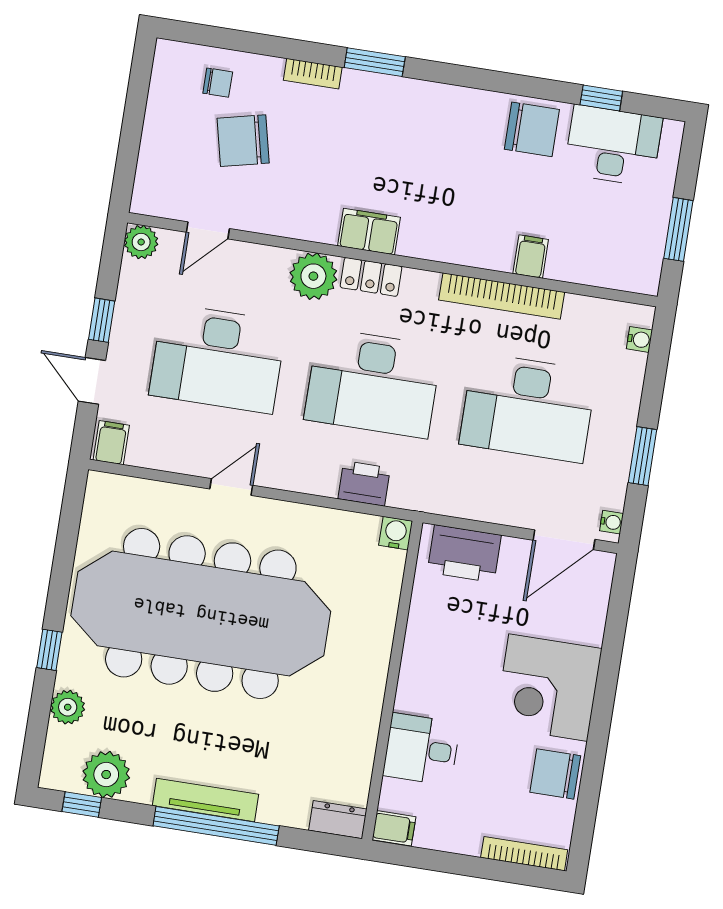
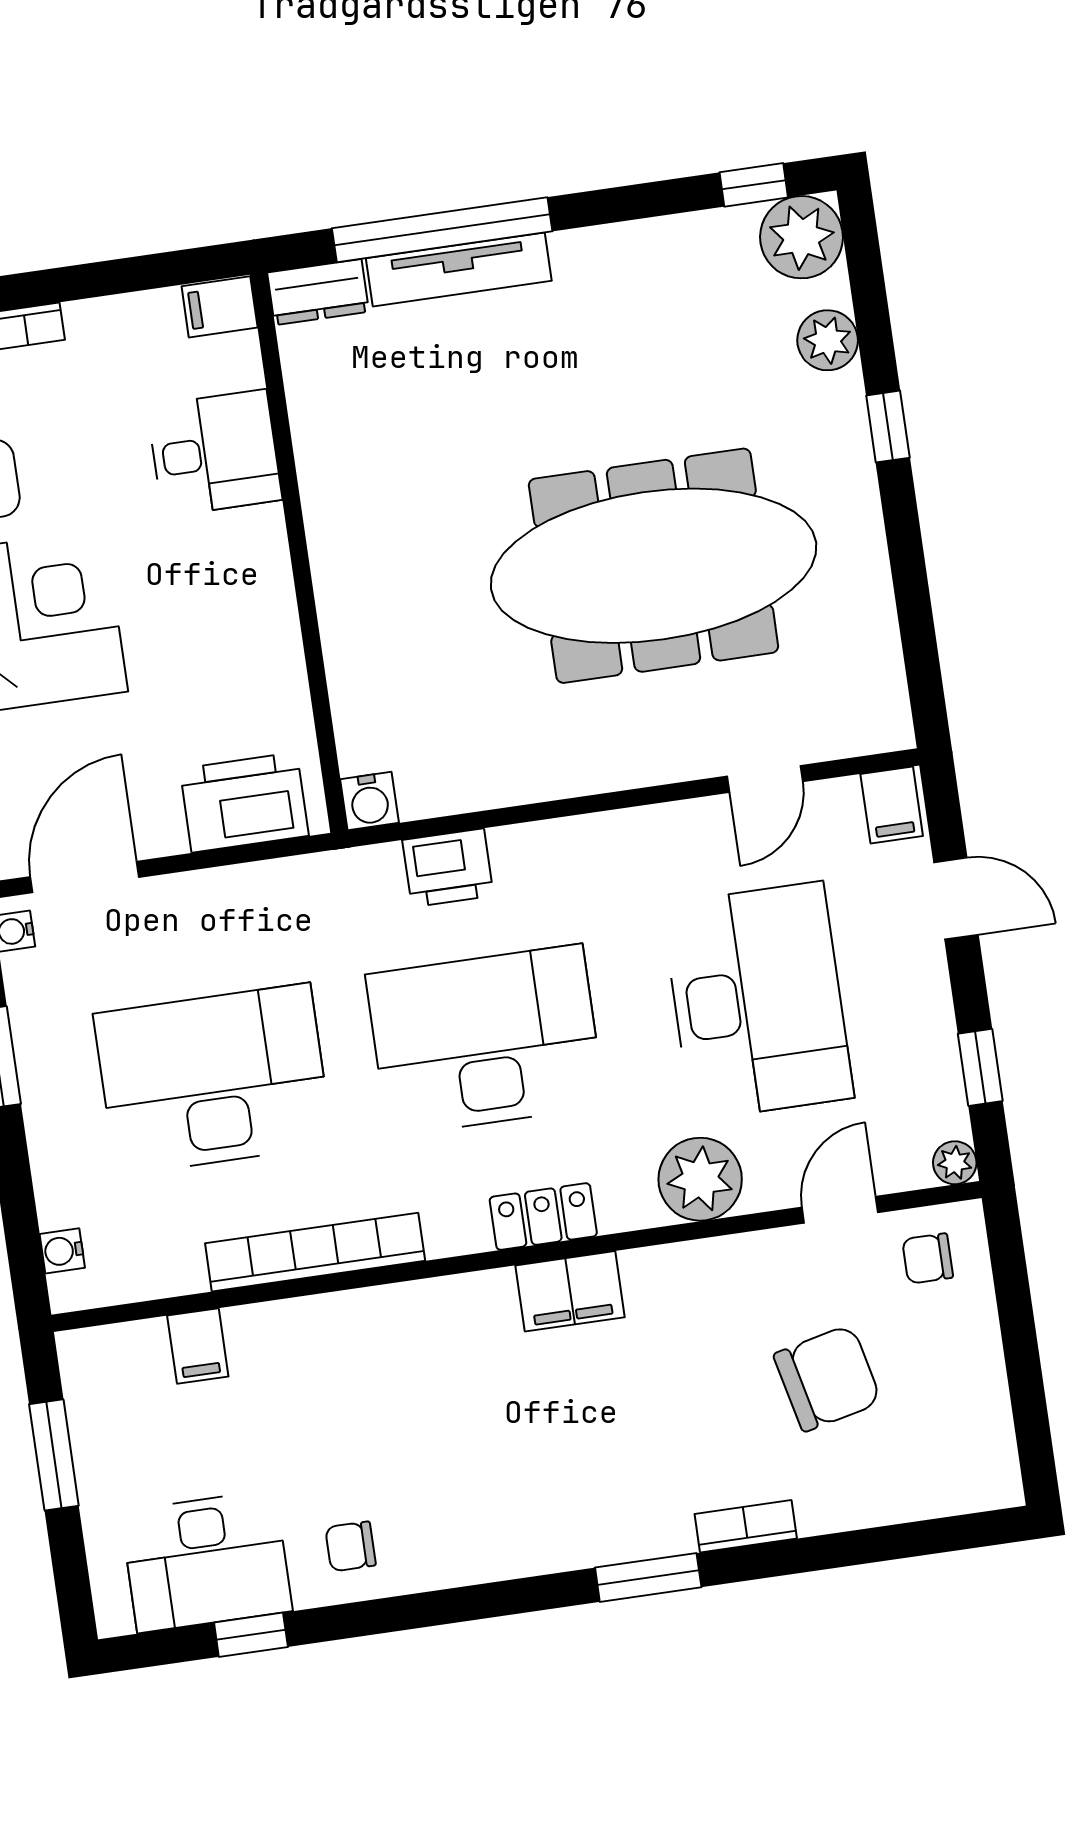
chair: (218, 83) -> (928, 1258), moved
chair: (532, 129) -> (351, 1546), width x0.54, depth x0.54
plant: (141, 242) -> (955, 1163), width x0.73, depth x0.73
filing cabinet: (531, 257) -> (198, 1346), moved
plant: (313, 276) -> (700, 1179), moved
window: (102, 320) -> (980, 1067), moved
desk: (218, 358) -> (757, 1001), turned 90
door: (231, 487) -> (765, 779), moved
meeting table: (201, 614) -> (654, 566), width x0.73, depth x0.79
plant: (106, 775) -> (801, 237), moved
tv unit: (205, 800) -> (459, 270), moved
window: (216, 826) -> (442, 230), moved

